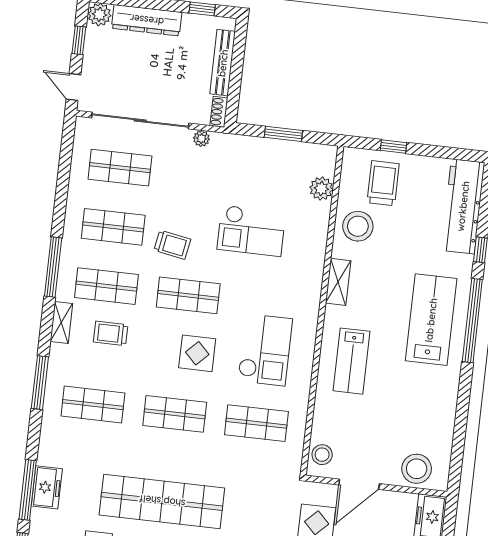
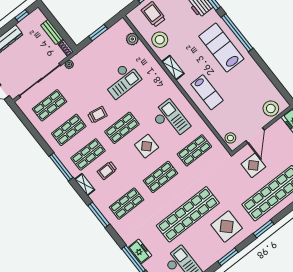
bench: (223, 63) -> (52, 32), width x0.73

